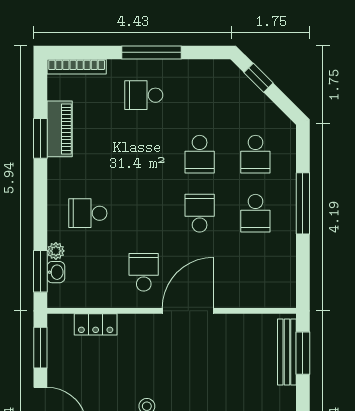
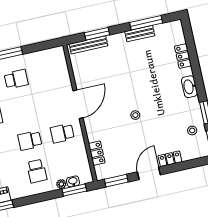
school desk: (200, 213) -> (30, 140), moved
door: (188, 311) -> (78, 104), swing flipped
window: (303, 353) -> (97, 34), moved

